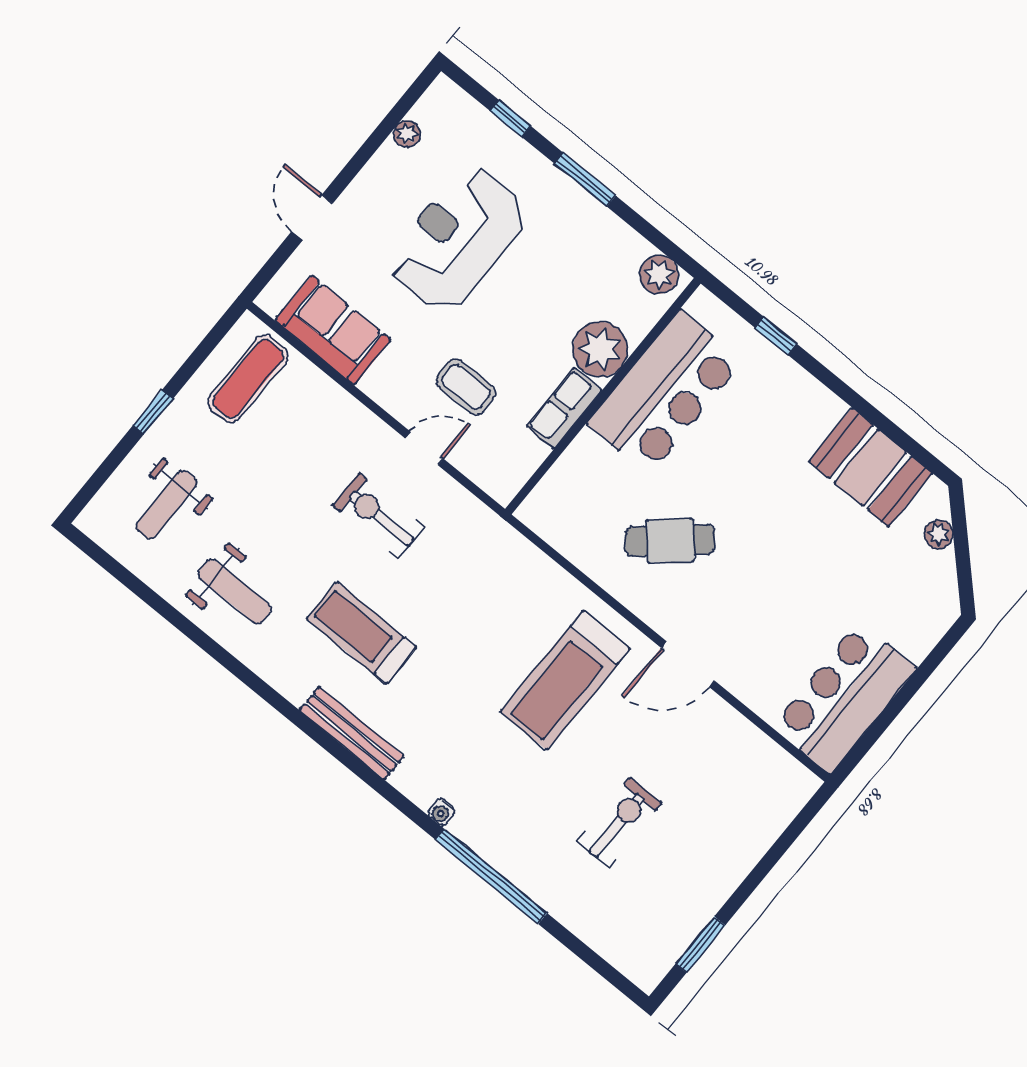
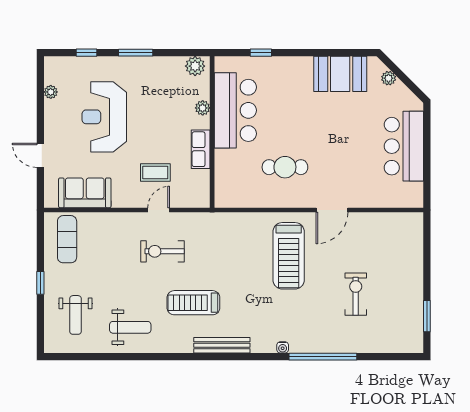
plant: (600, 349) -> (203, 108), width x0.53, depth x0.53
cafe table: (670, 541) -> (285, 167), turned 41
bar counter: (844, 697) -> (404, 146), moved

